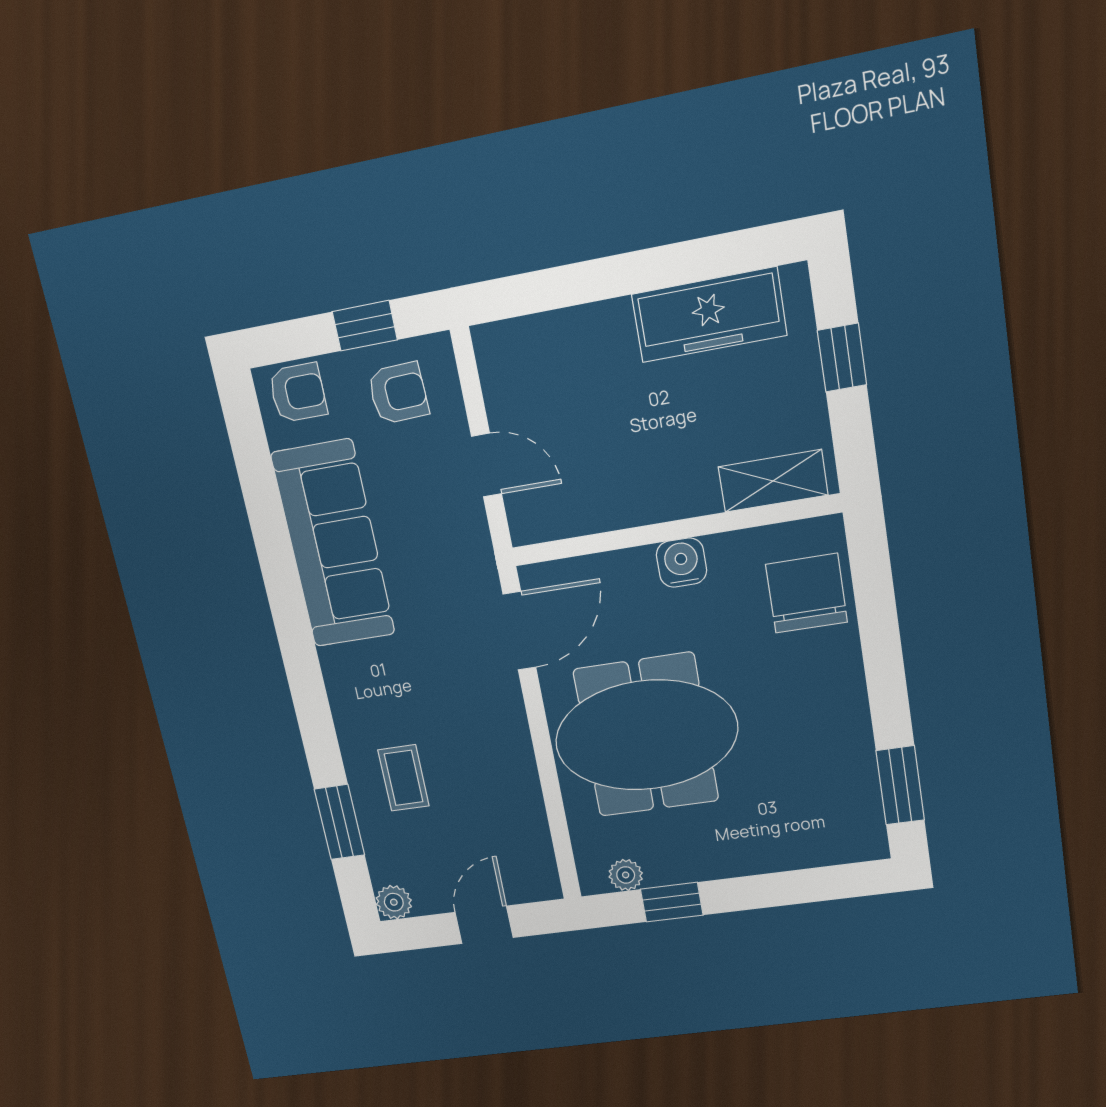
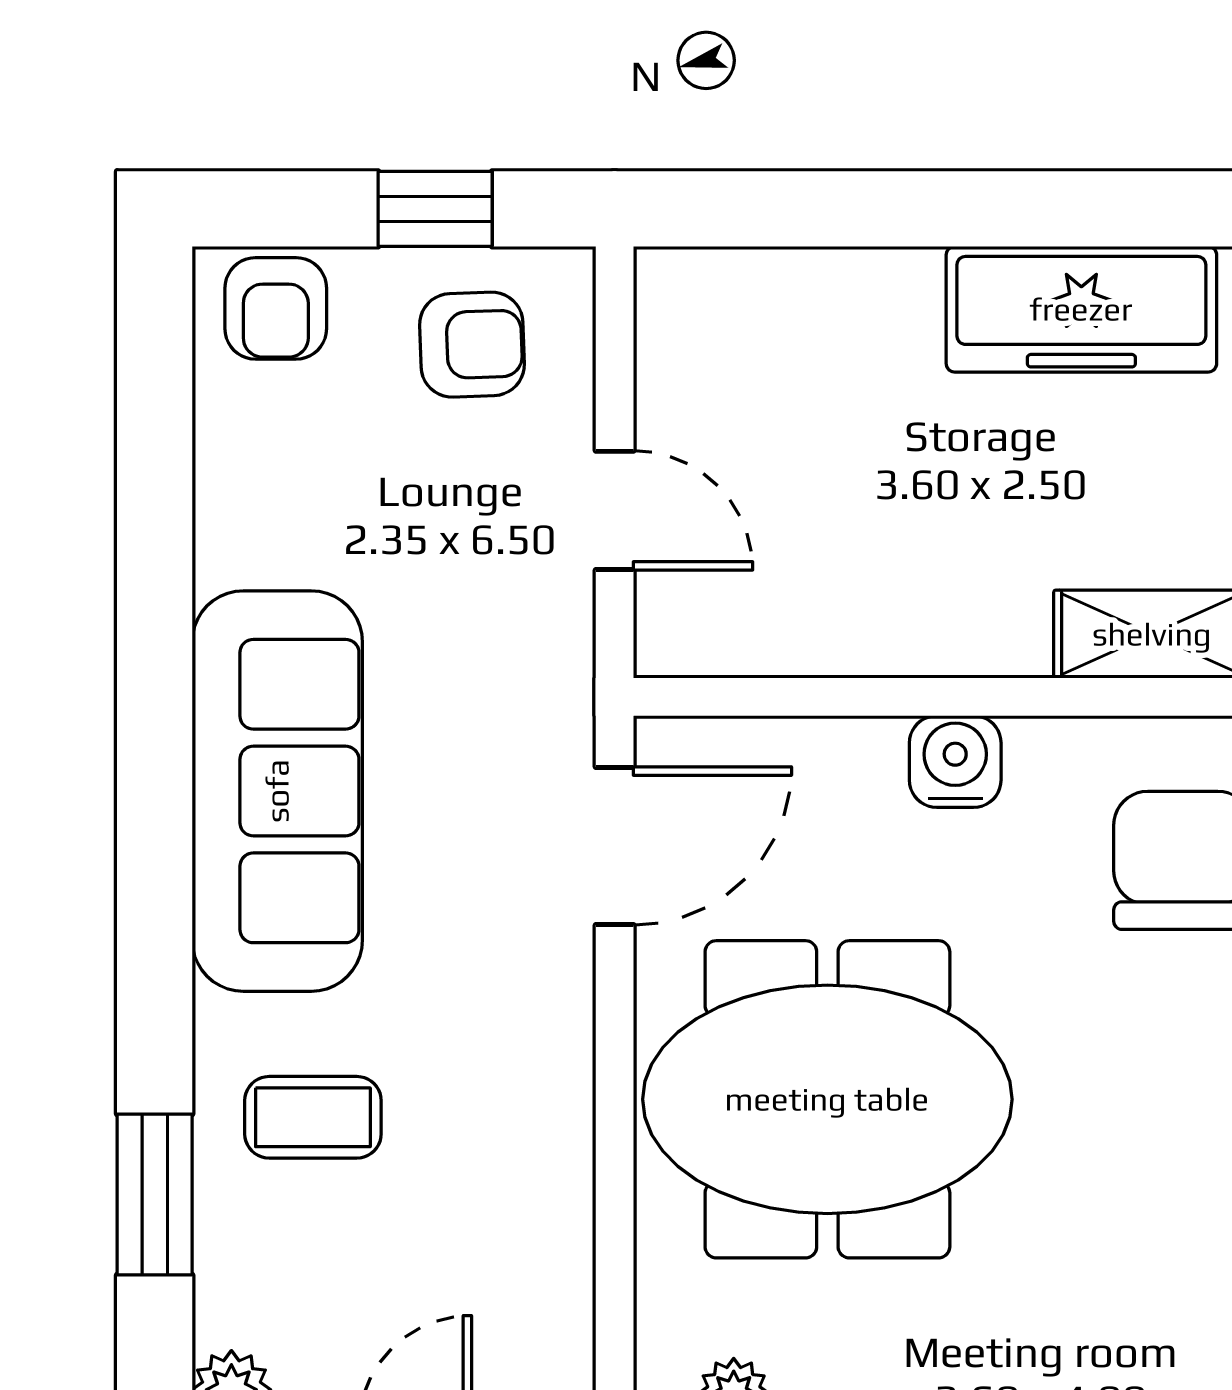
armchair: (298, 393) -> (276, 308), turned 90
sofa: (333, 544) -> (277, 791), moved
coffee table: (404, 778) -> (313, 1117), turned 90

